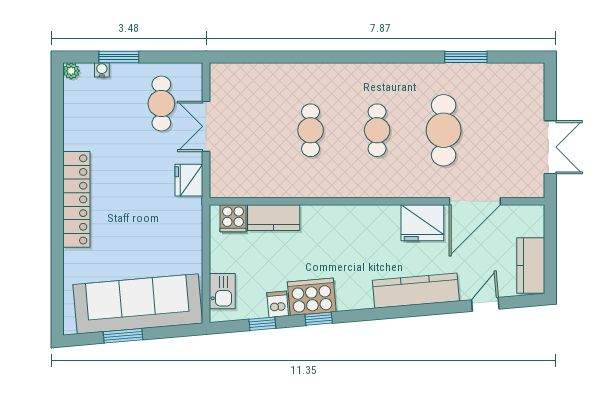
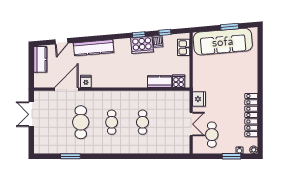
locker: (76, 199) -> (251, 115), moved
fridge: (422, 223) -> (86, 81), width x0.53, depth x0.75

